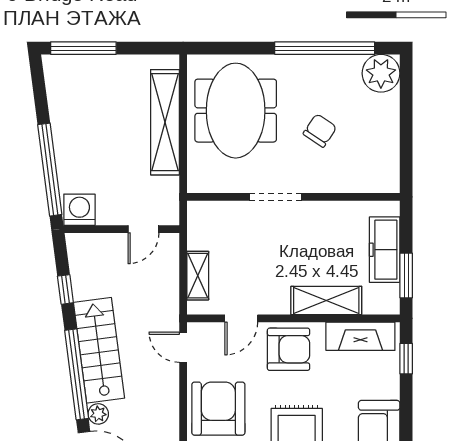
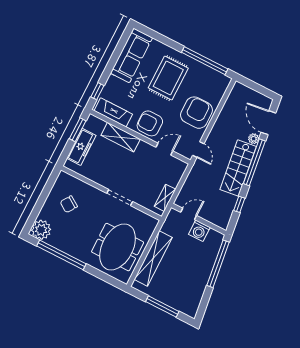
window: (83, 48) -> (162, 307), moved
chair: (320, 130) -> (69, 204), moved
washing machine: (79, 210) -> (199, 231), moved
shelving: (198, 276) -> (165, 198), moved
armchair: (218, 409) -> (197, 113), turned 180

